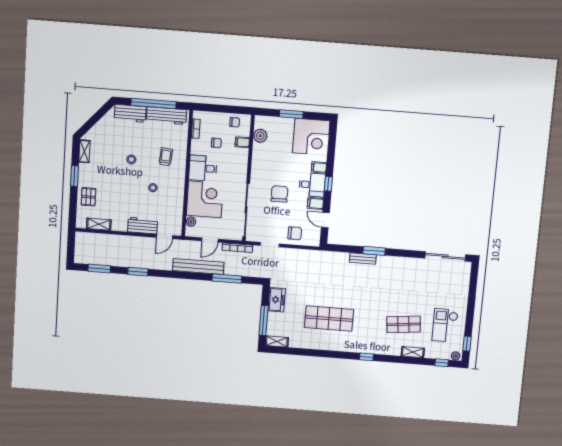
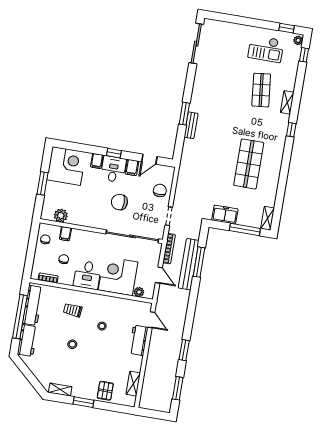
pallet: (89, 197) -> (105, 391), turned 90
bench: (198, 266) -> (189, 264), moved
shelving: (413, 352) -> (287, 102), moved

